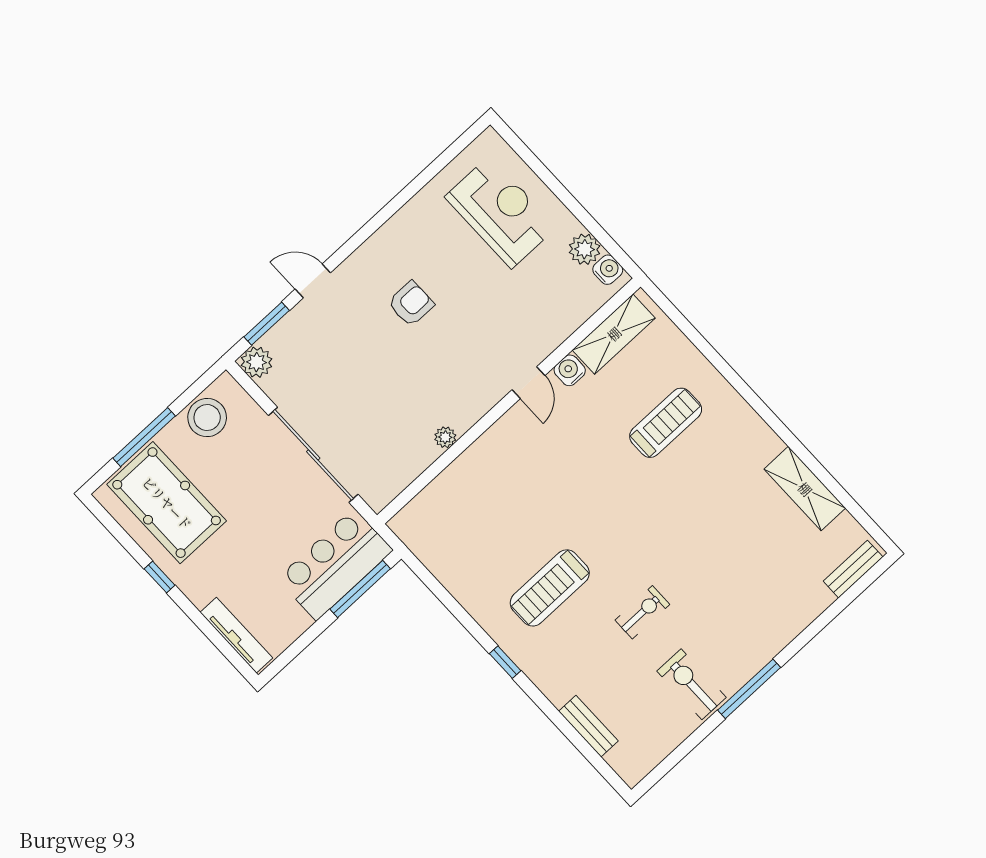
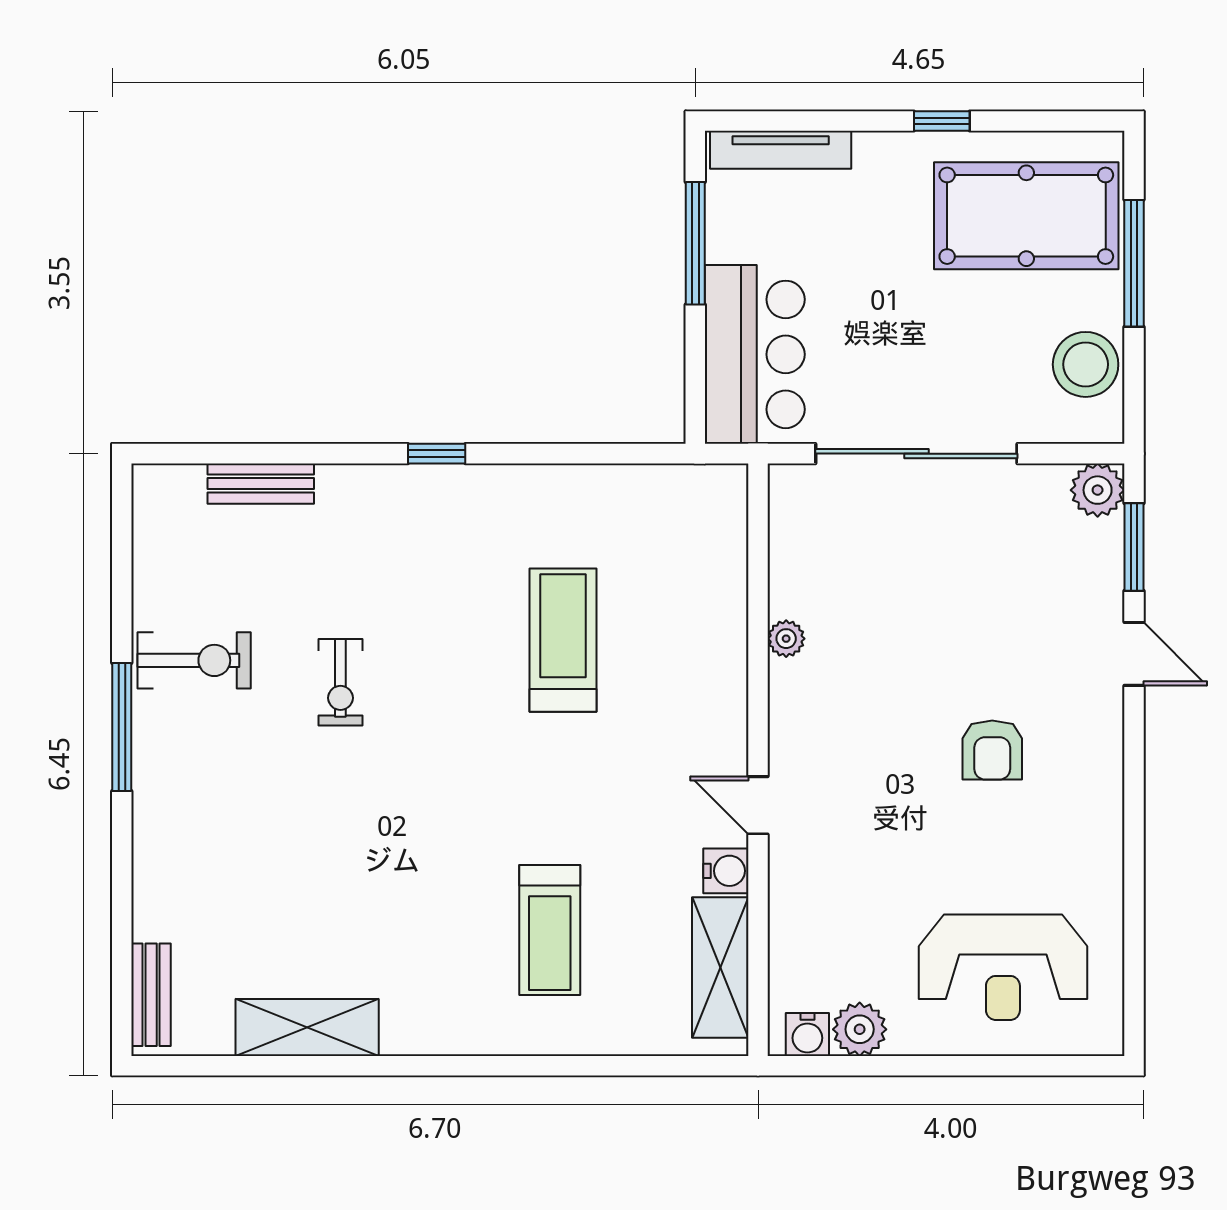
door: (313, 281) -> (1134, 654), hinge flipped
treadmill: (550, 588) -> (563, 640), moved
window: (360, 589) -> (695, 243), moved

